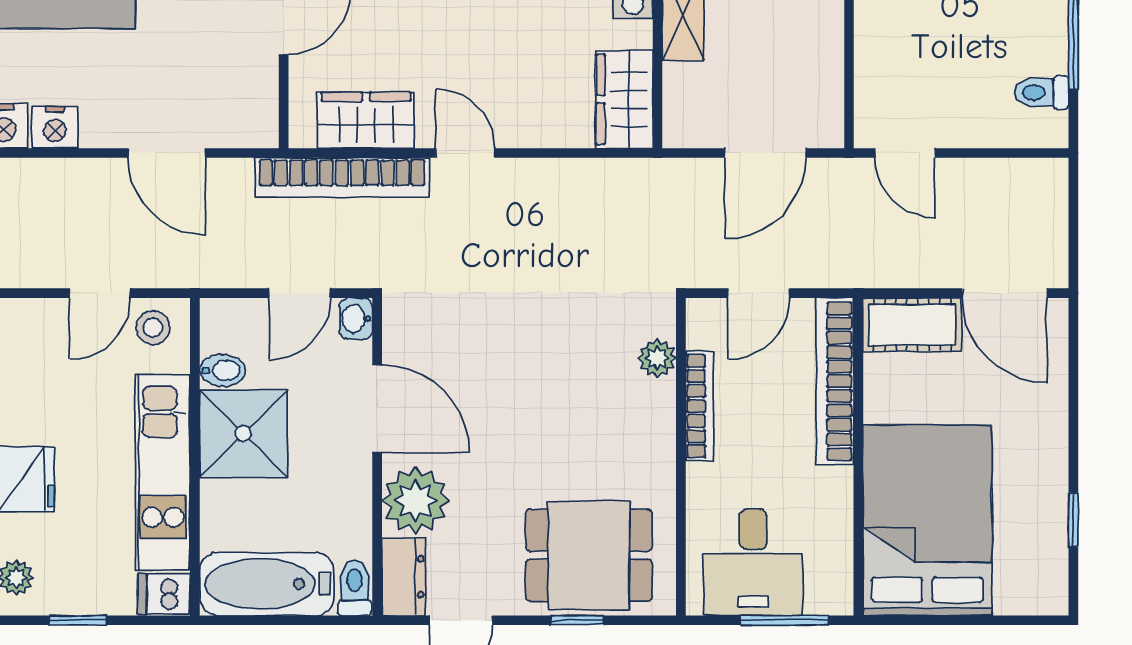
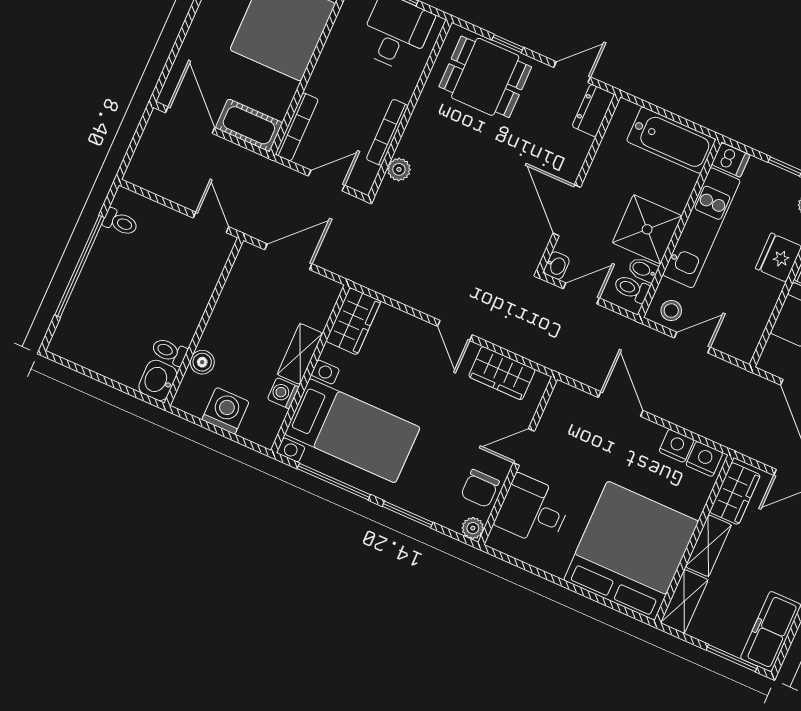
bookcase: (342, 177) -> (529, 347), removed
bookcase: (835, 381) -> (297, 127), width x0.68, depth x0.76
plant: (415, 500) -> (568, 150), removed
toilet: (355, 588) -> (632, 289), moved, turned 90

